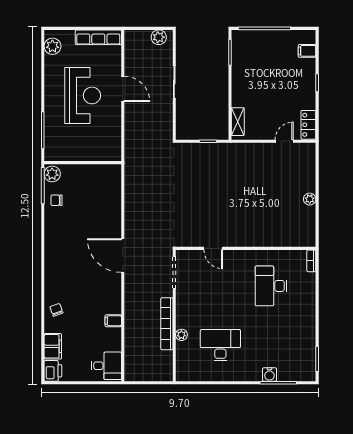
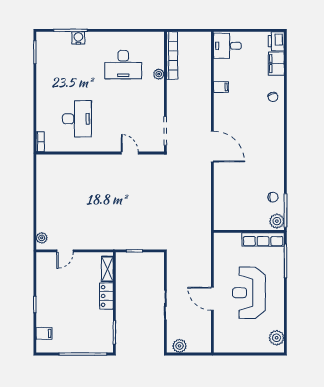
row of seats: (98, 37) -> (263, 239), moved, turned 180
locker: (308, 125) -> (106, 296), moved, turned 180
plant: (310, 199) -> (42, 238), moved
bookcase: (167, 324) -> (172, 56), moved

